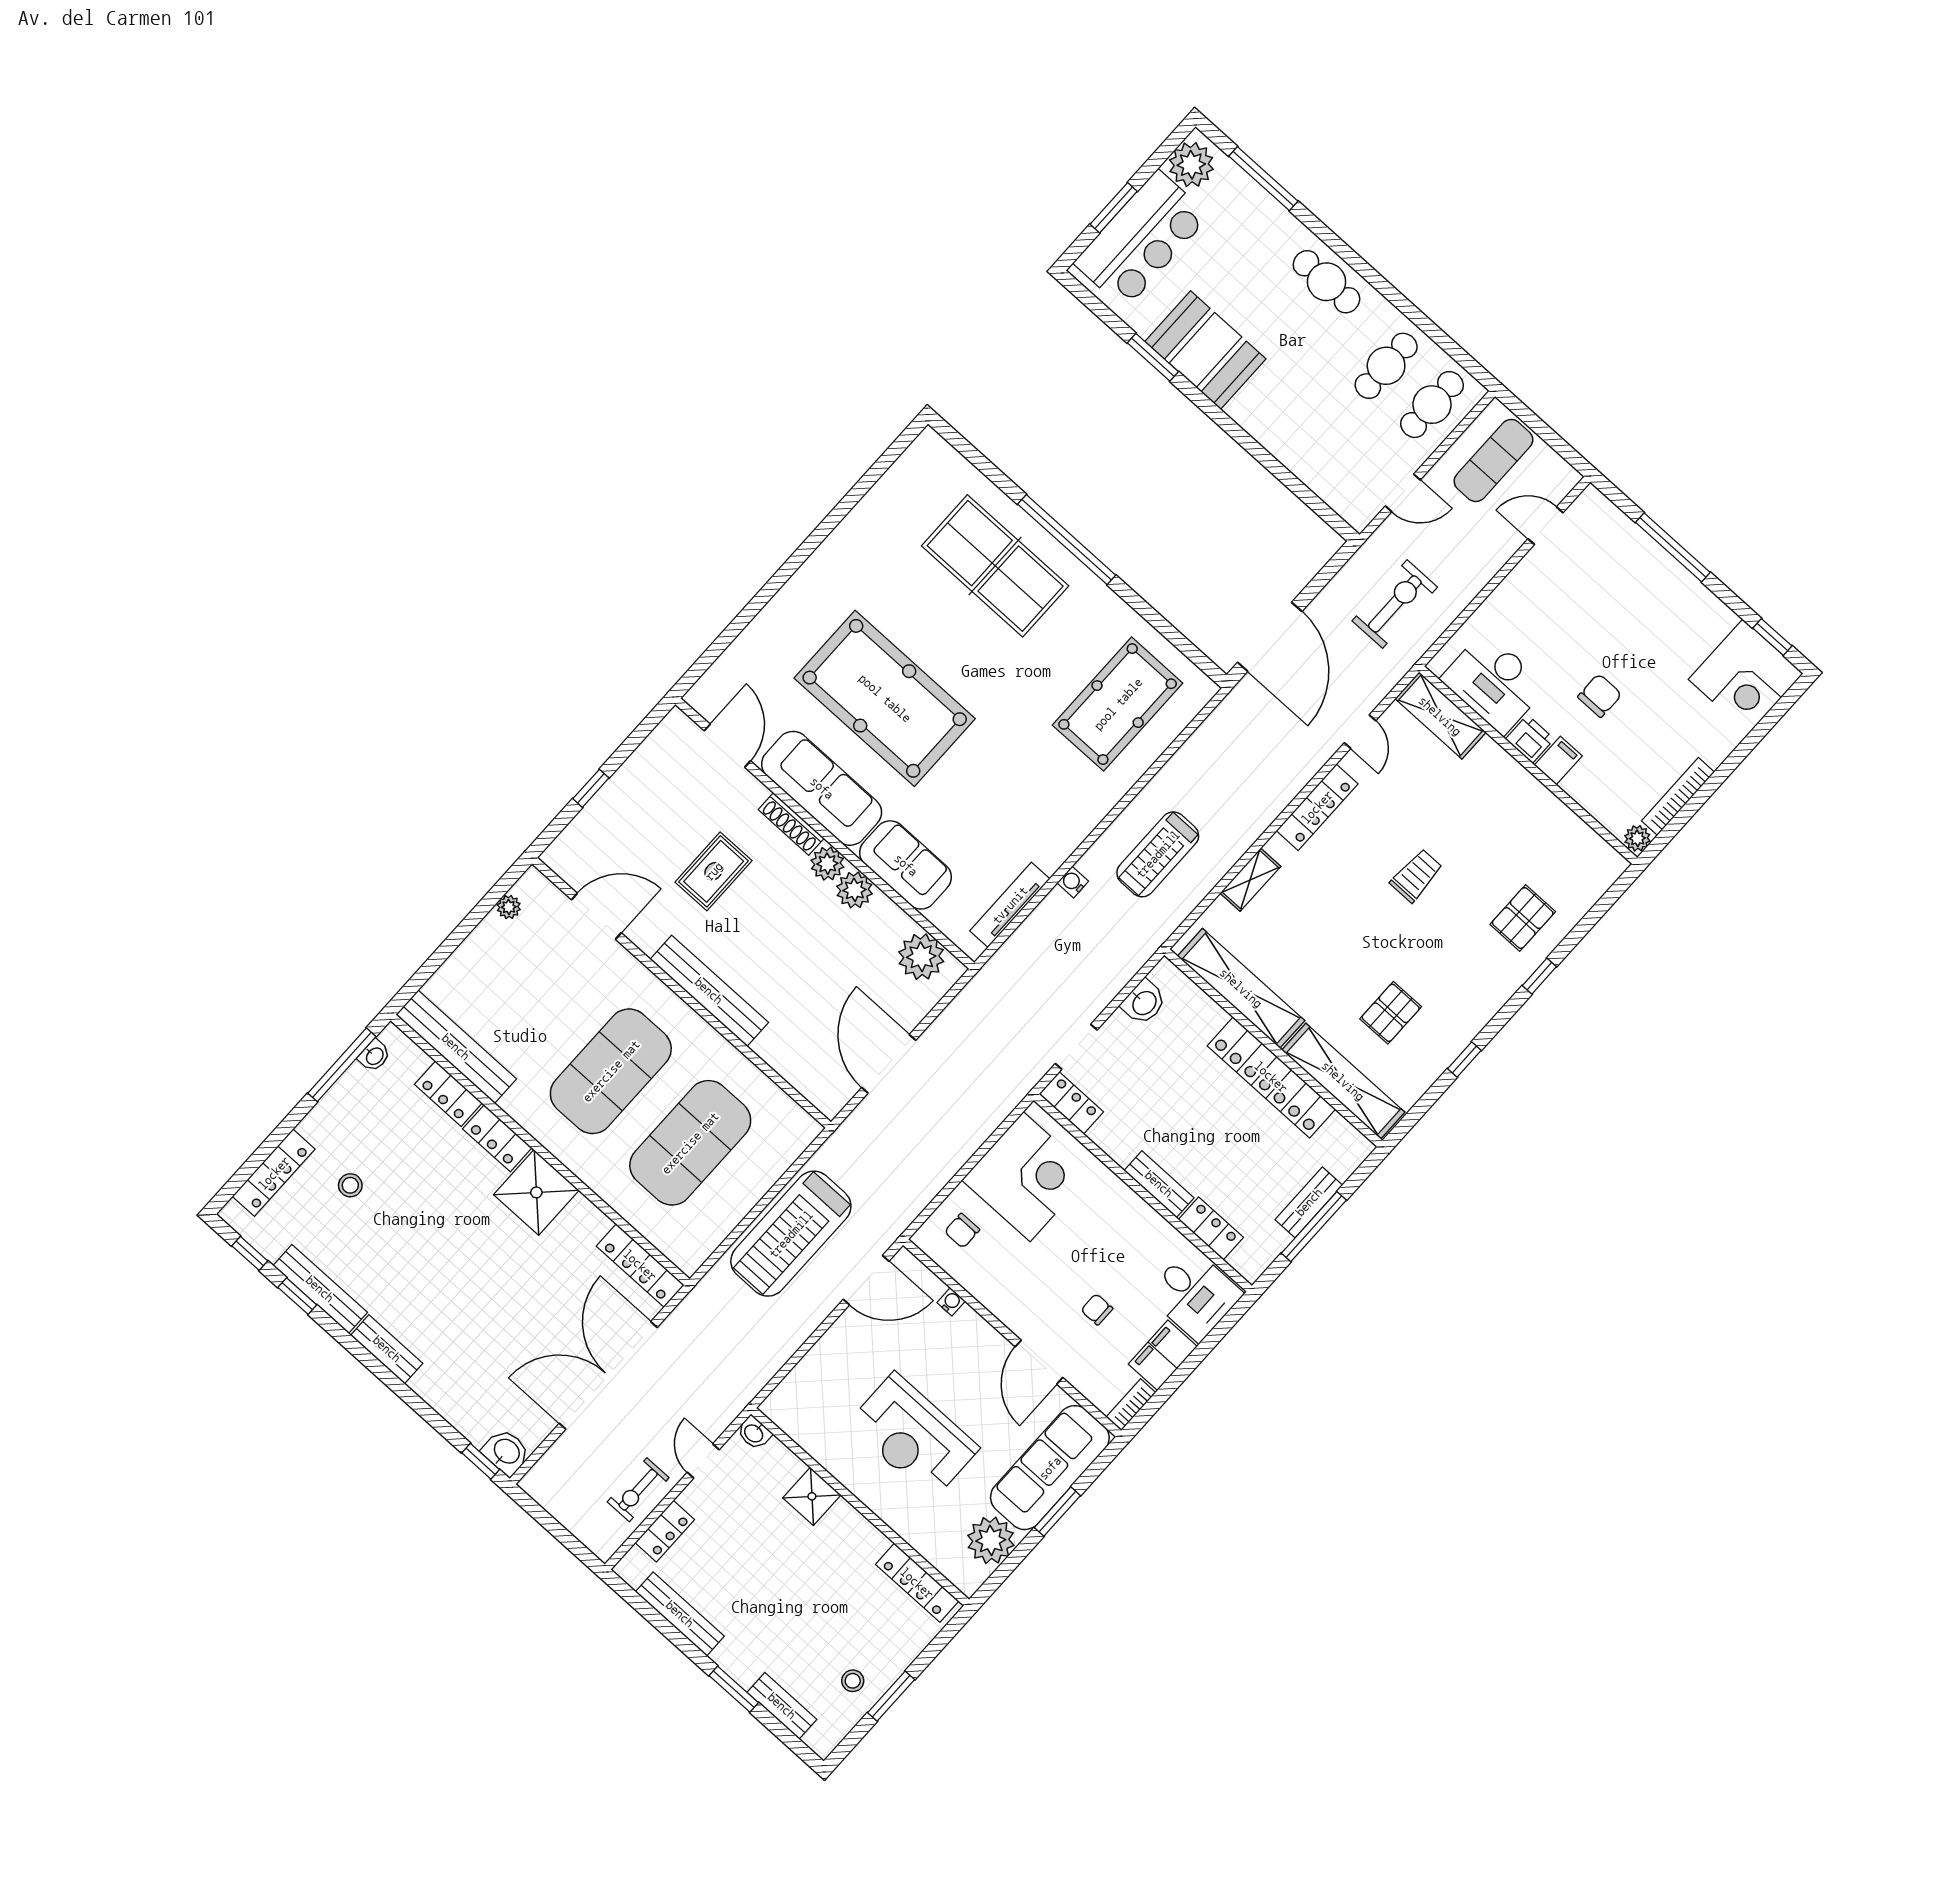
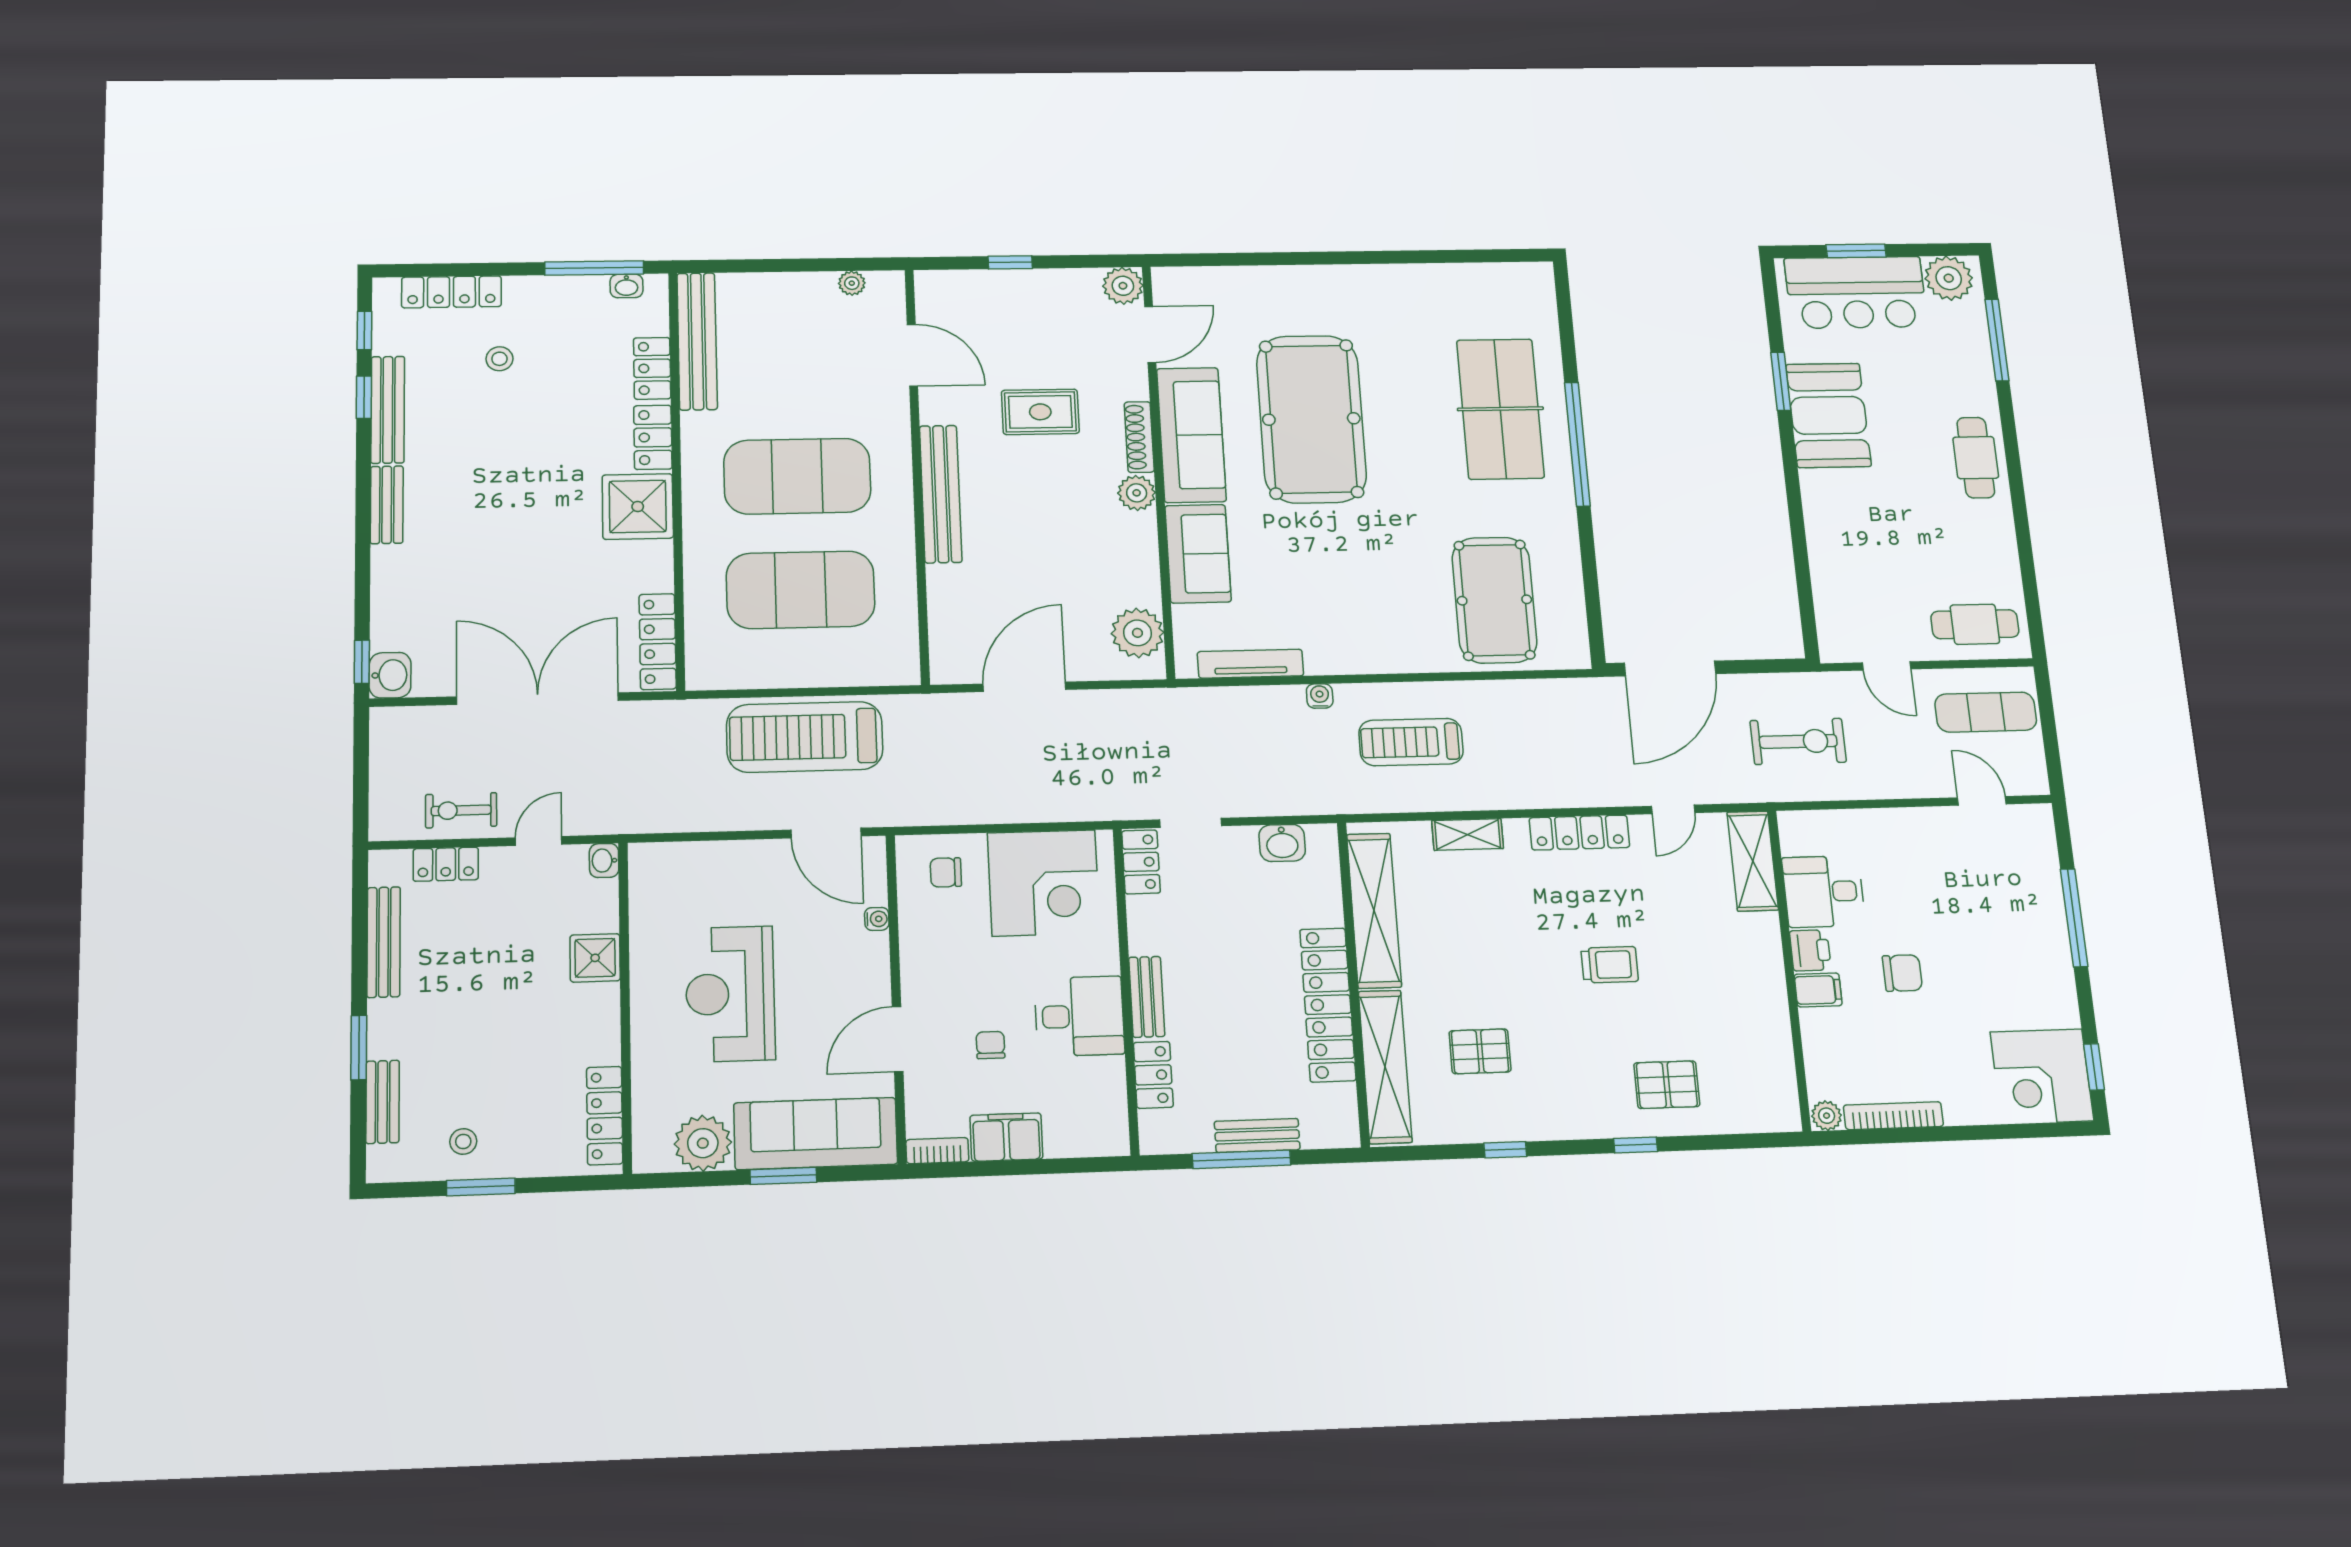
cafe table: (1386, 366) -> (1965, 562), removed
desk: (1494, 683) -> (1824, 891), width x0.73
pool table: (1118, 704) -> (1494, 600), turned 90
plant: (854, 890) -> (1123, 286), moved
desk: (1195, 1294) -> (1079, 1016), moved, turned -90

